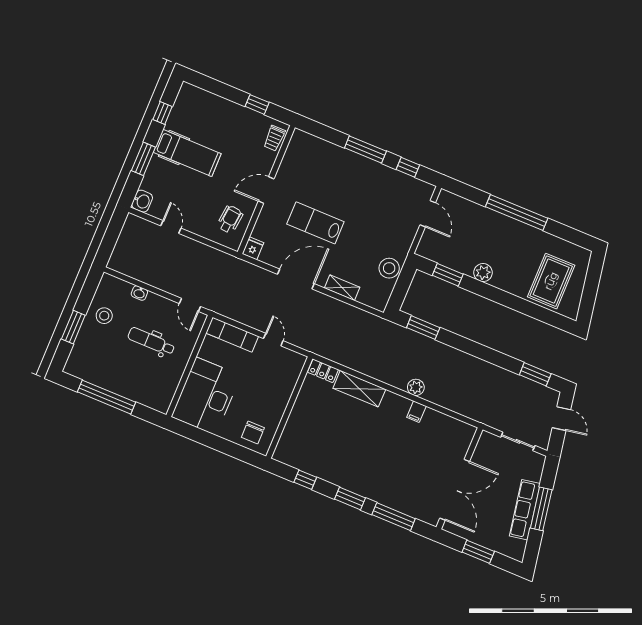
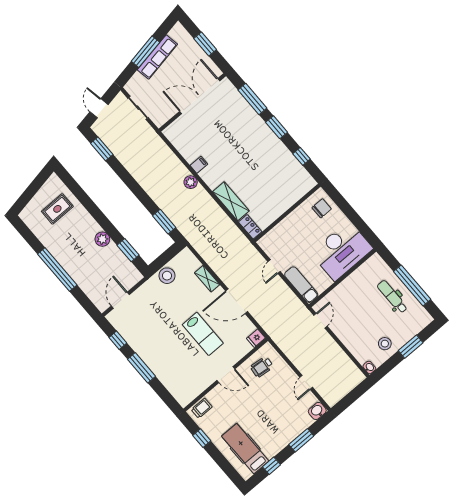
hospital bed: (187, 153) -> (245, 449), moved
rug: (551, 281) -> (57, 209), width x0.73, depth x0.70
washbasin: (139, 293) -> (369, 367), moved
dental chair: (151, 341) -> (392, 297), moved, turned 180

